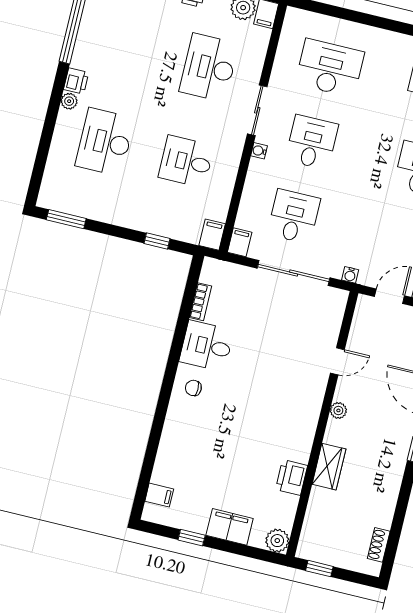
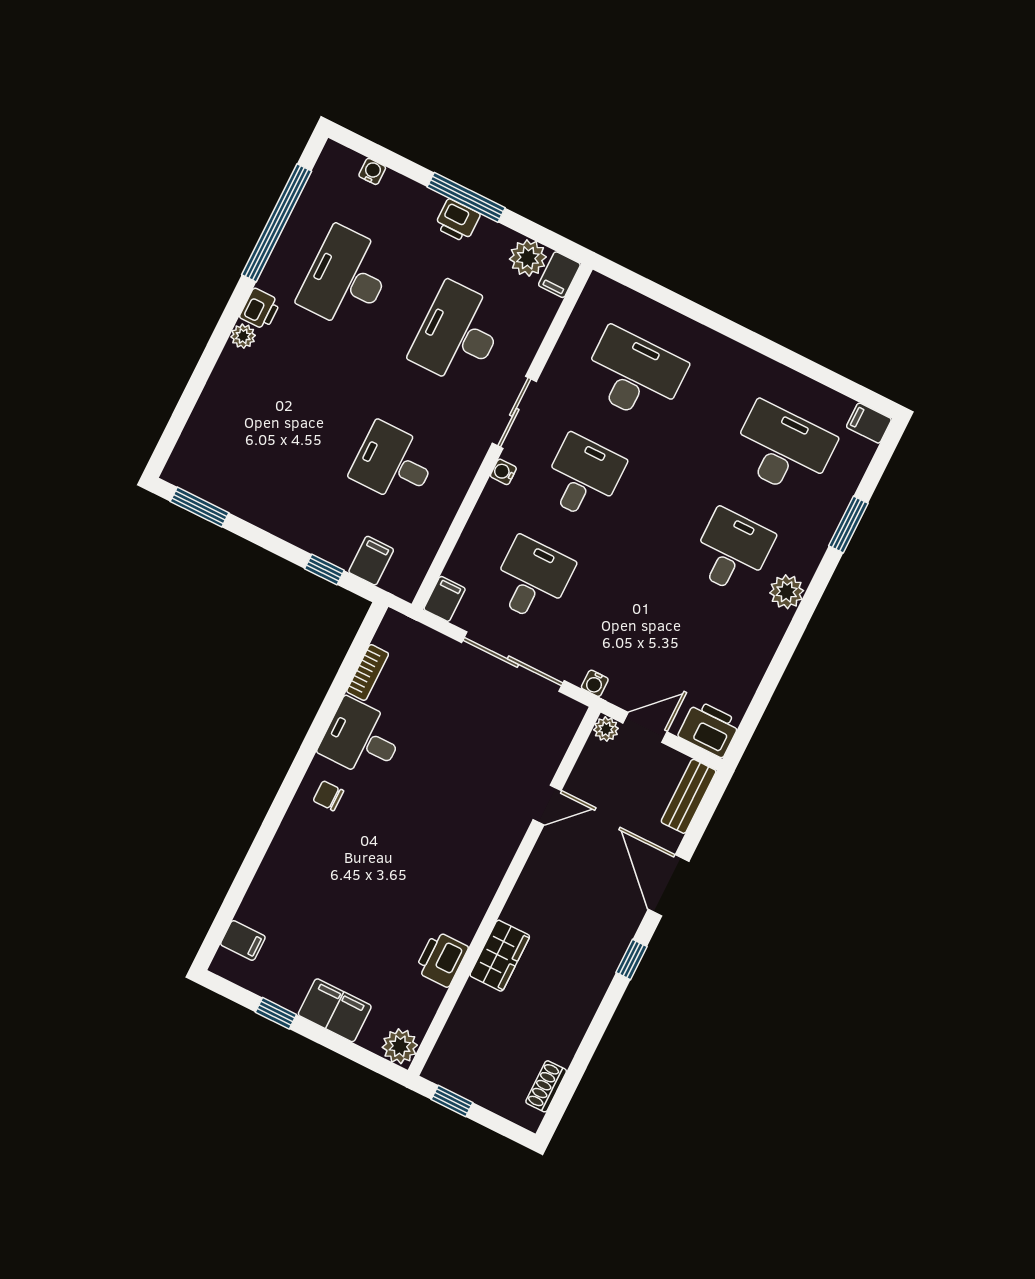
desk: (105, 142) -> (346, 278), moved
filing cabinet: (212, 235) -> (371, 561), moved
plant: (338, 410) -> (606, 729), moved

